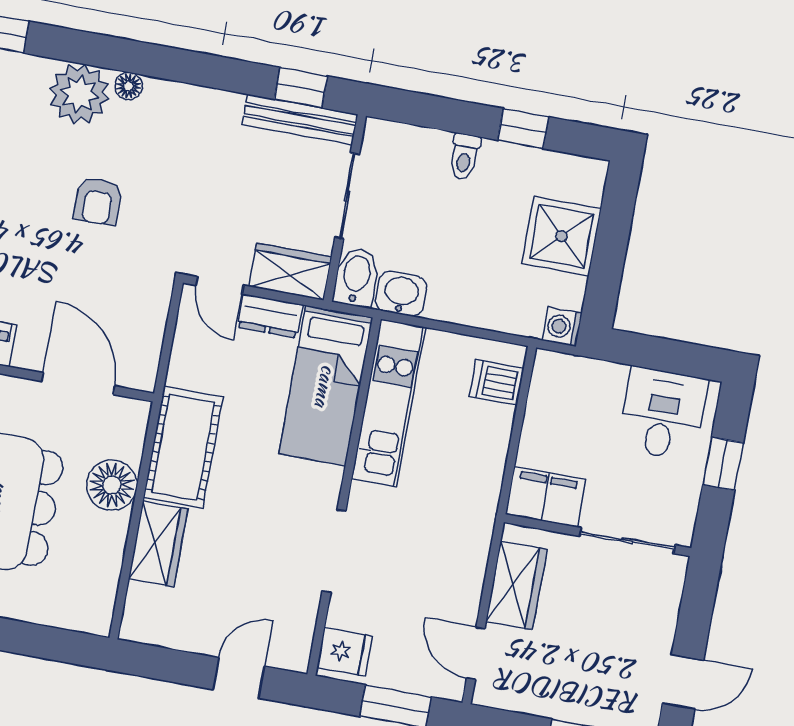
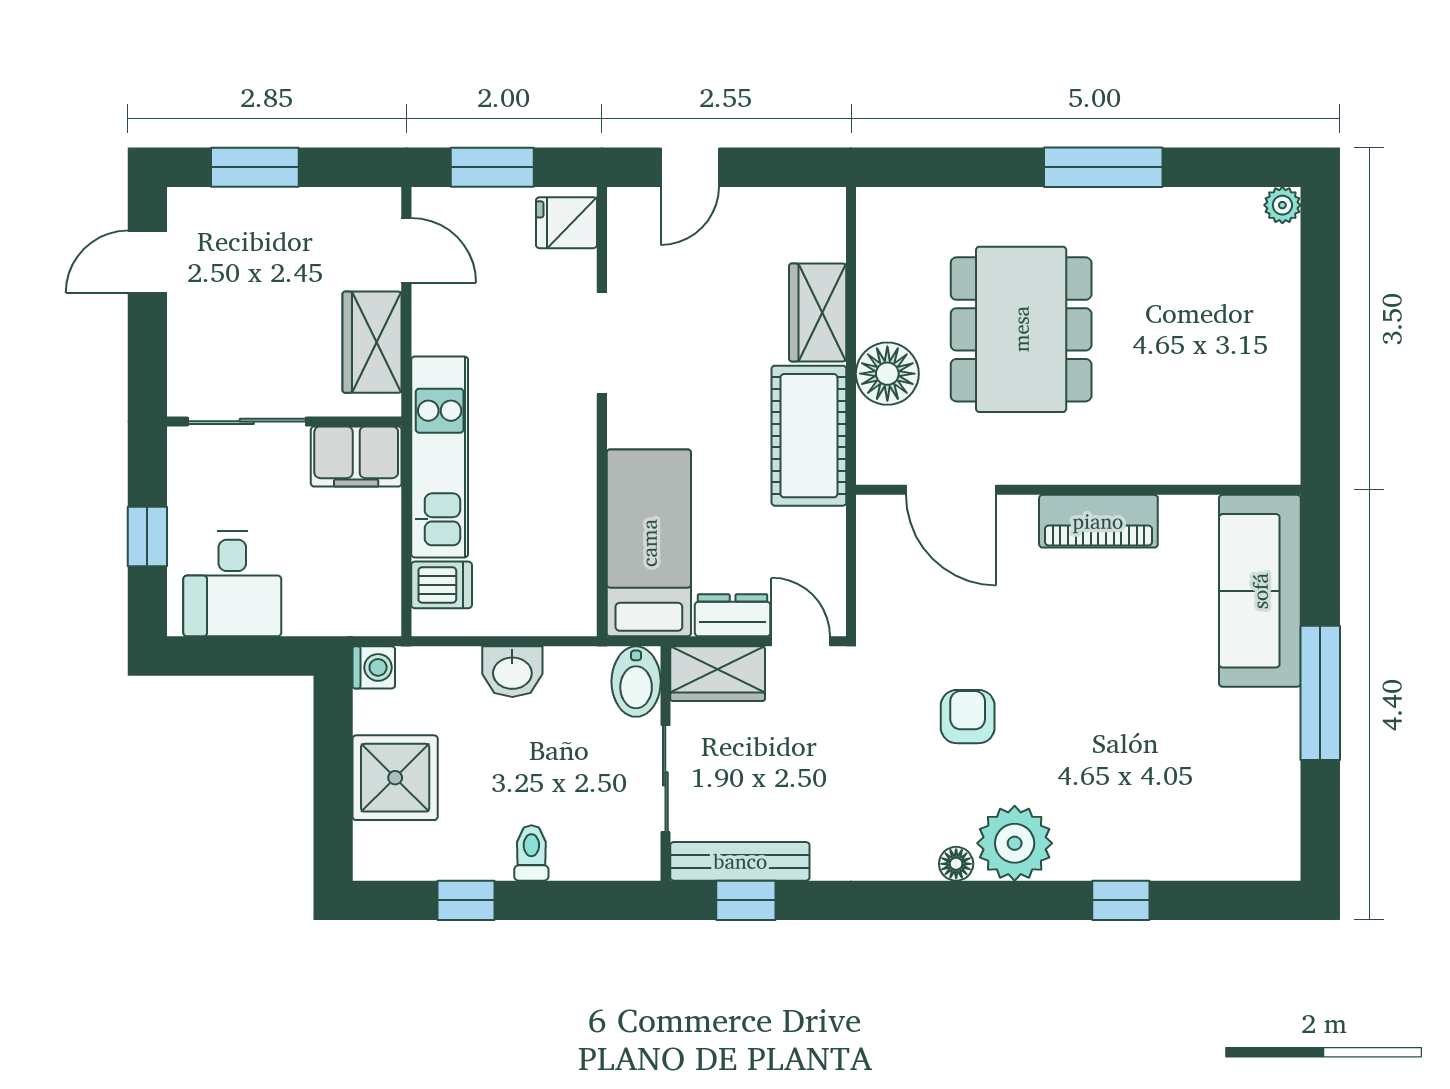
washbasin: (401, 294) -> (512, 672), moved
kitchen unit: (388, 403) -> (440, 457), moved, turned 180

